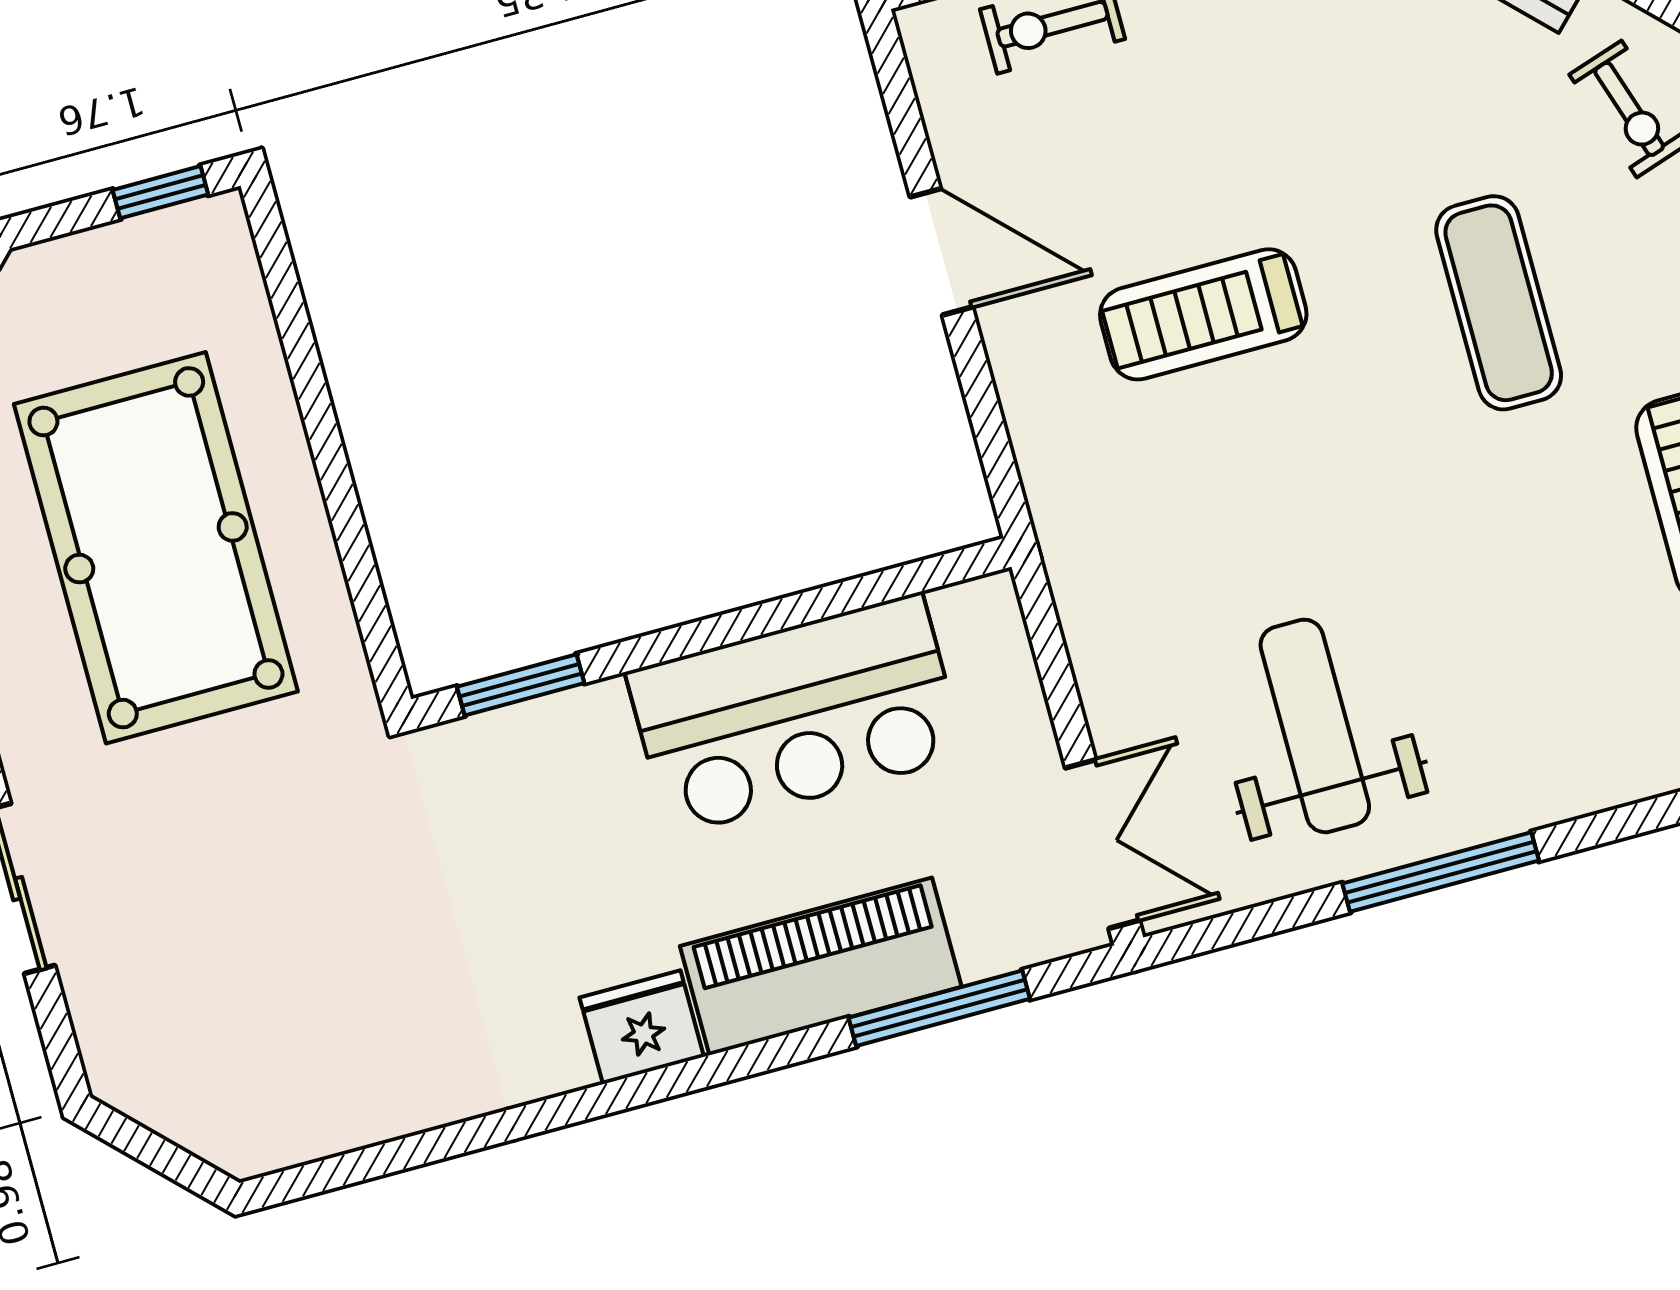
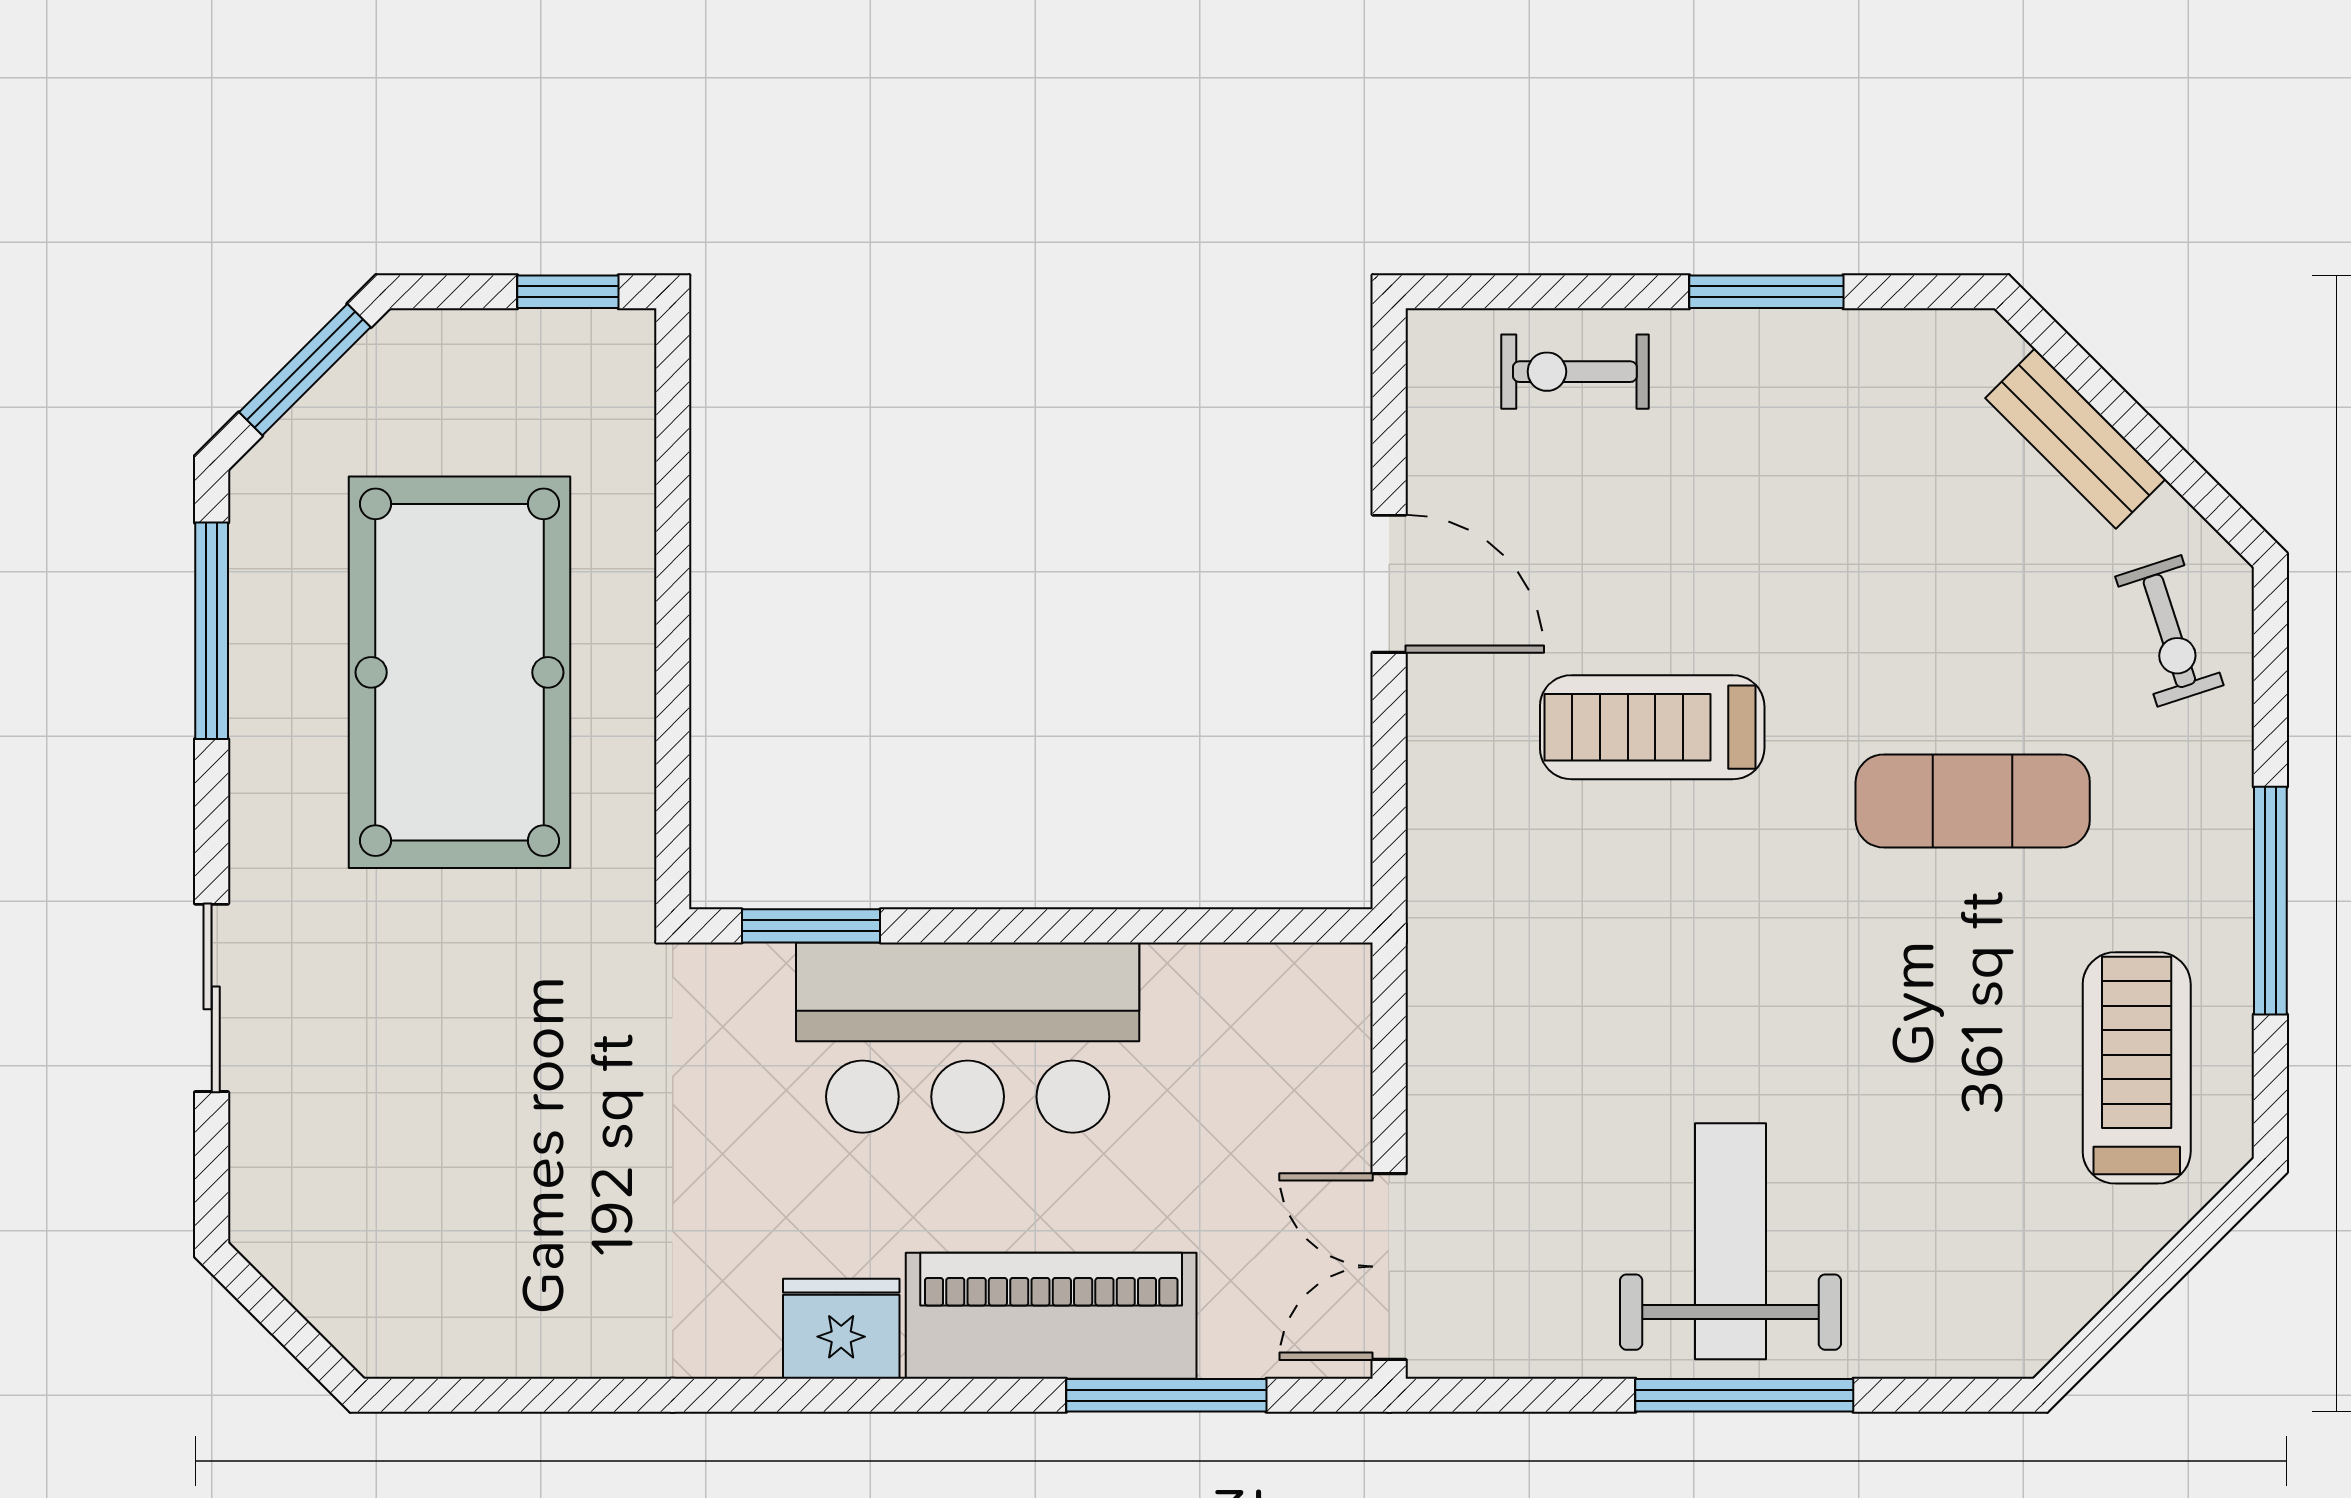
exercise mat: (1499, 303) -> (1973, 801), turned 90
bar counter: (796, 714) -> (968, 1038), moved
weight bench: (1315, 726) -> (1730, 1241), moved
double door: (1102, 844) -> (1389, 1267), swing flipped

